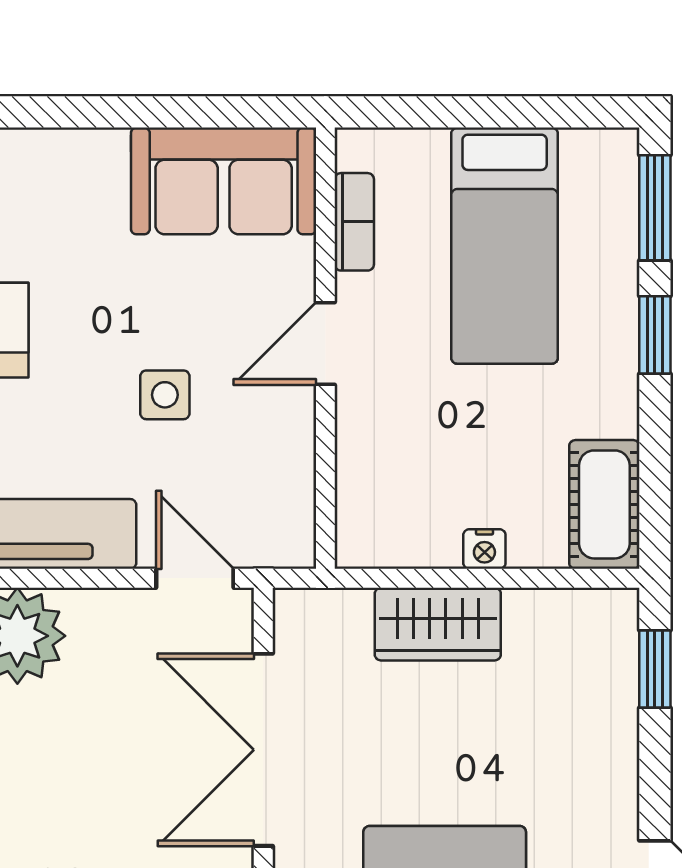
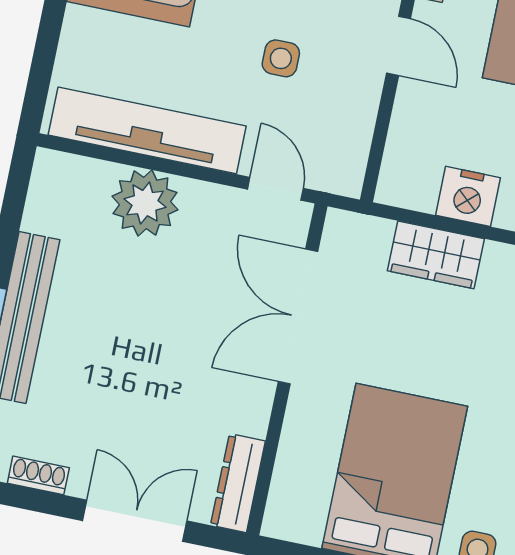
door: (325, 343) -> (399, 46), swing flipped
nightstand: (484, 549) -> (468, 196), width x1.89, depth x1.79

